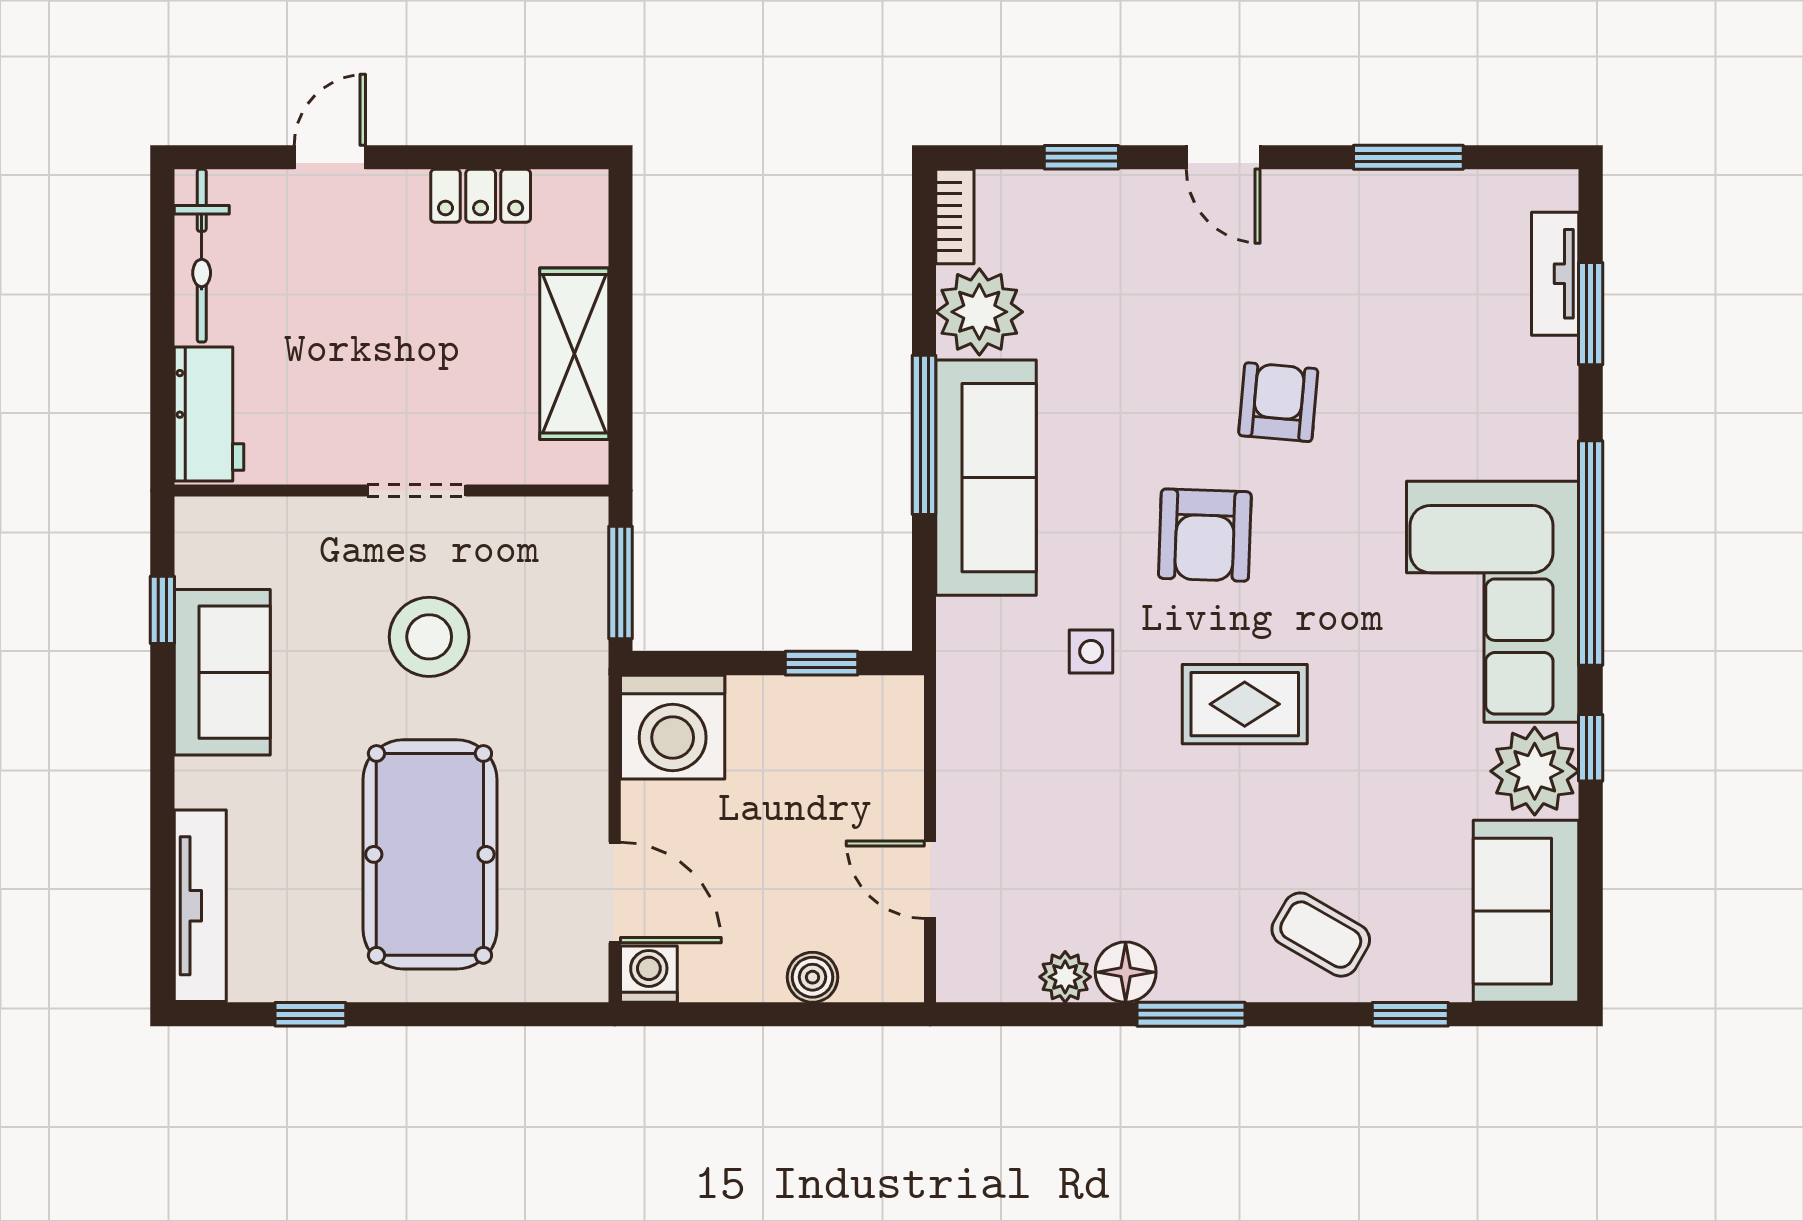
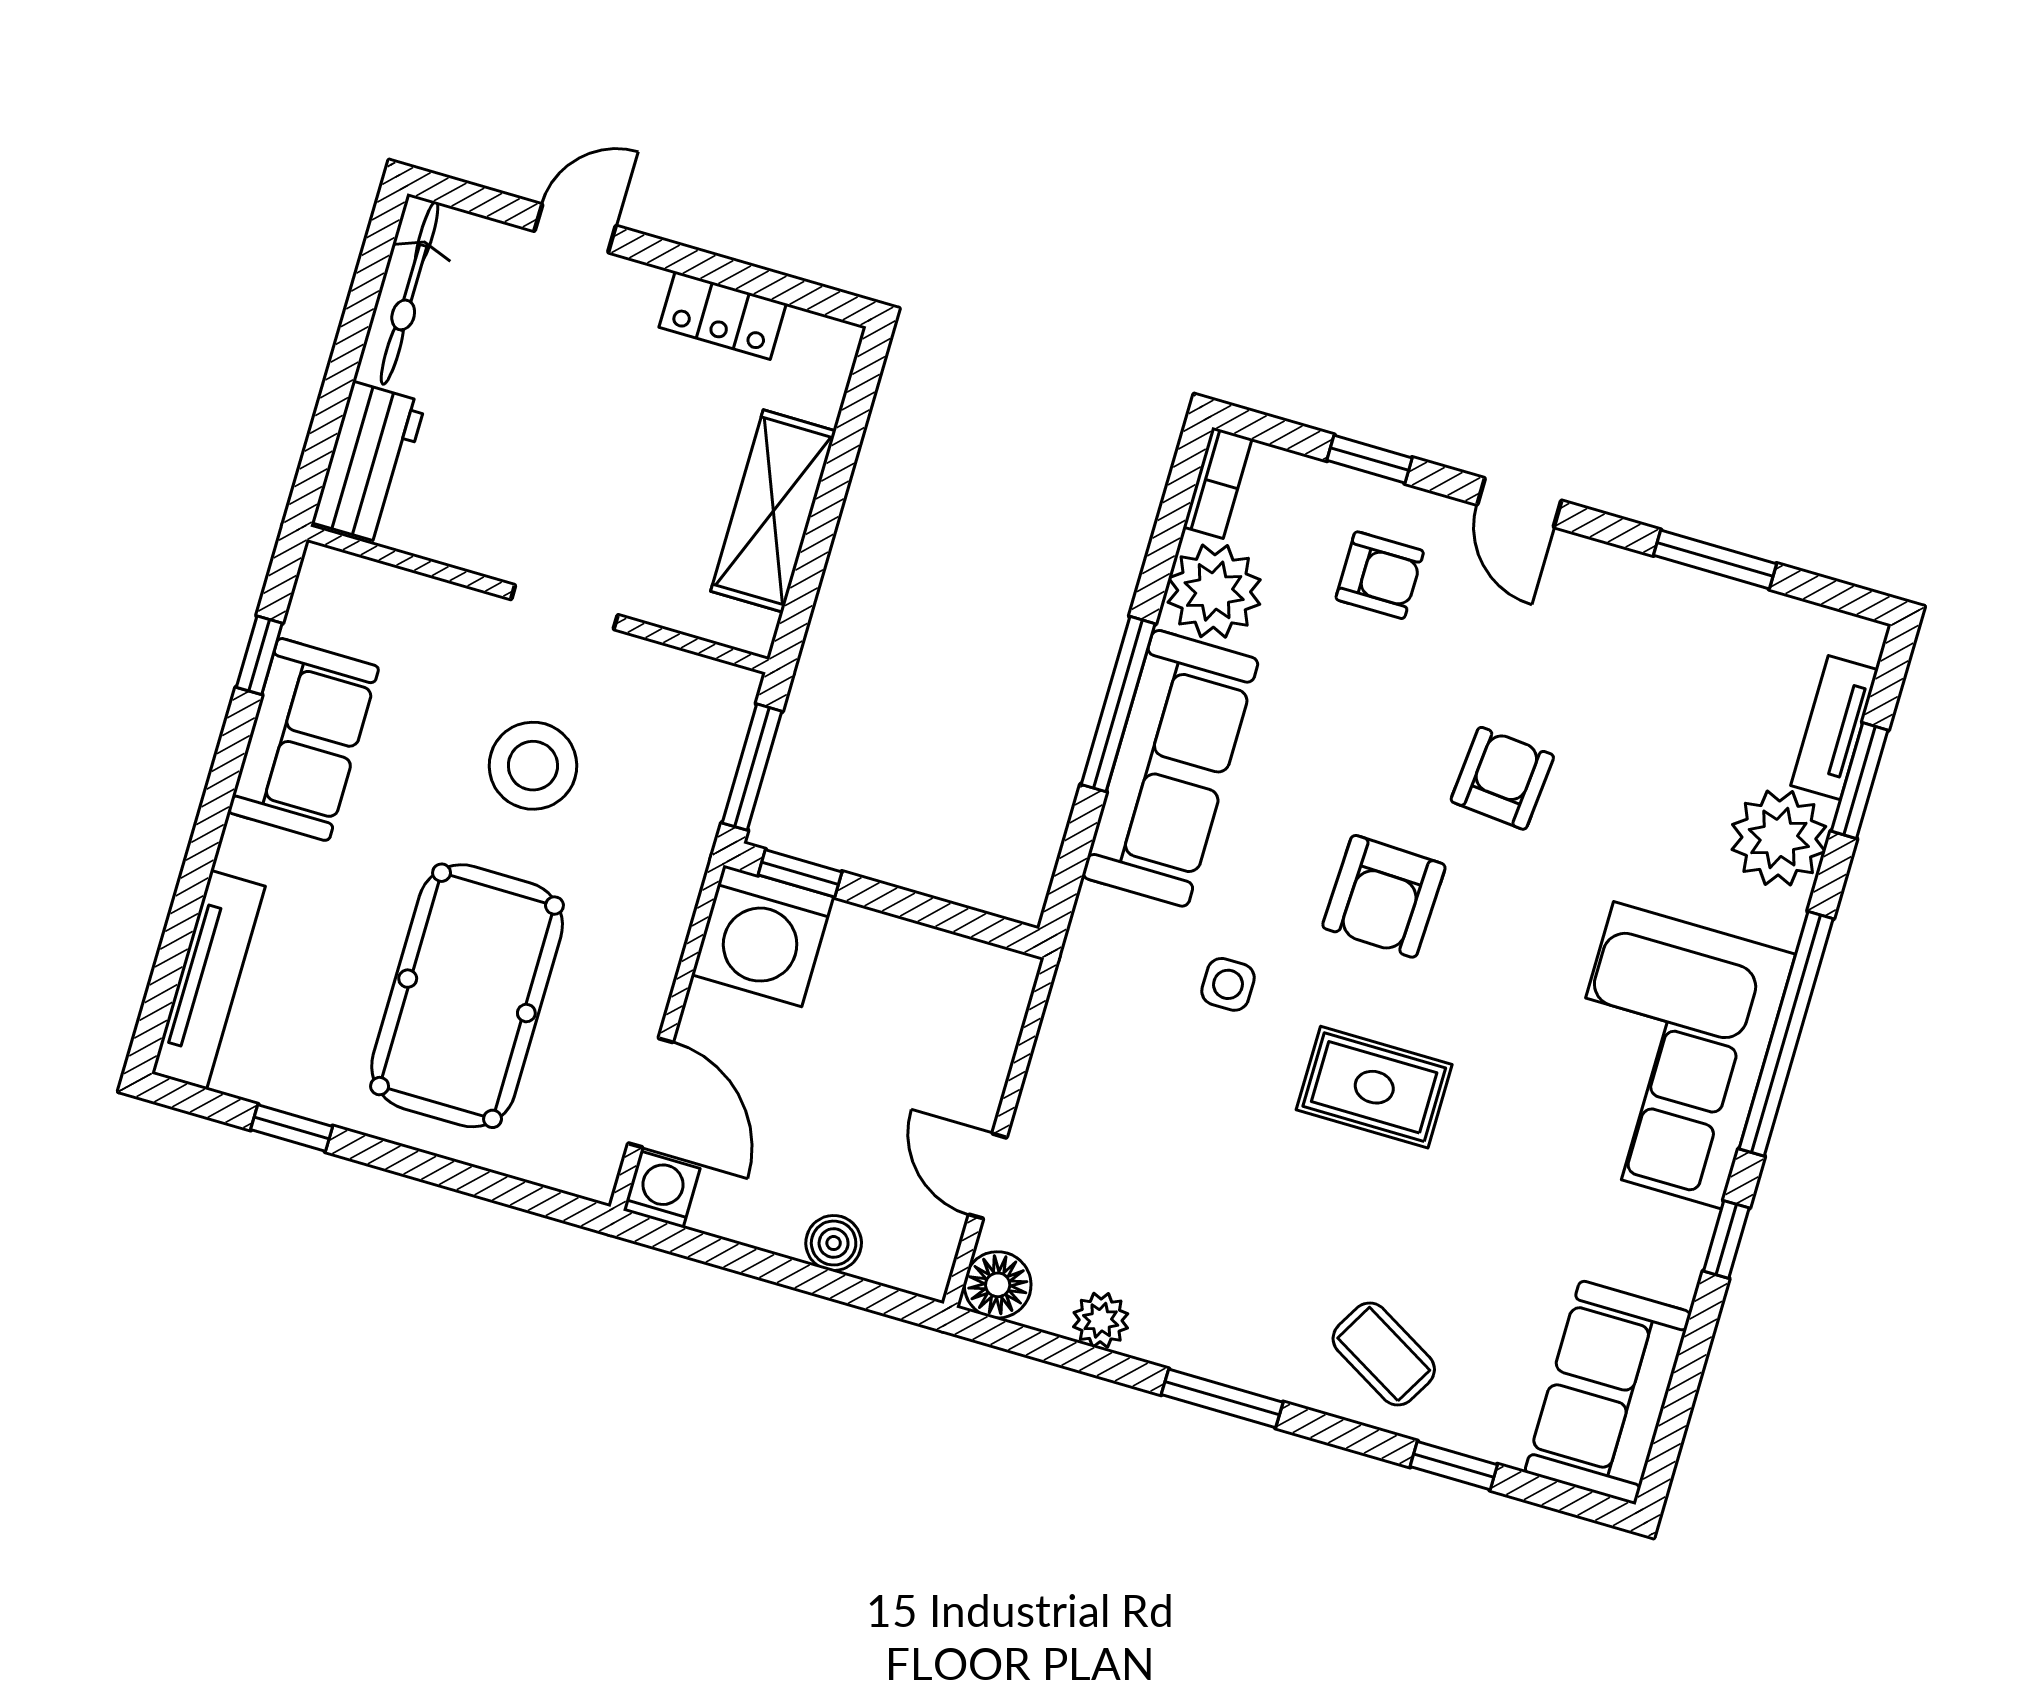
armchair: (1120, 256) -> (1380, 575), added
window: (821, 663) -> (800, 873), moved
plant: (1535, 771) -> (1779, 838), moved
floor lamp: (1126, 972) -> (998, 1285), moved

